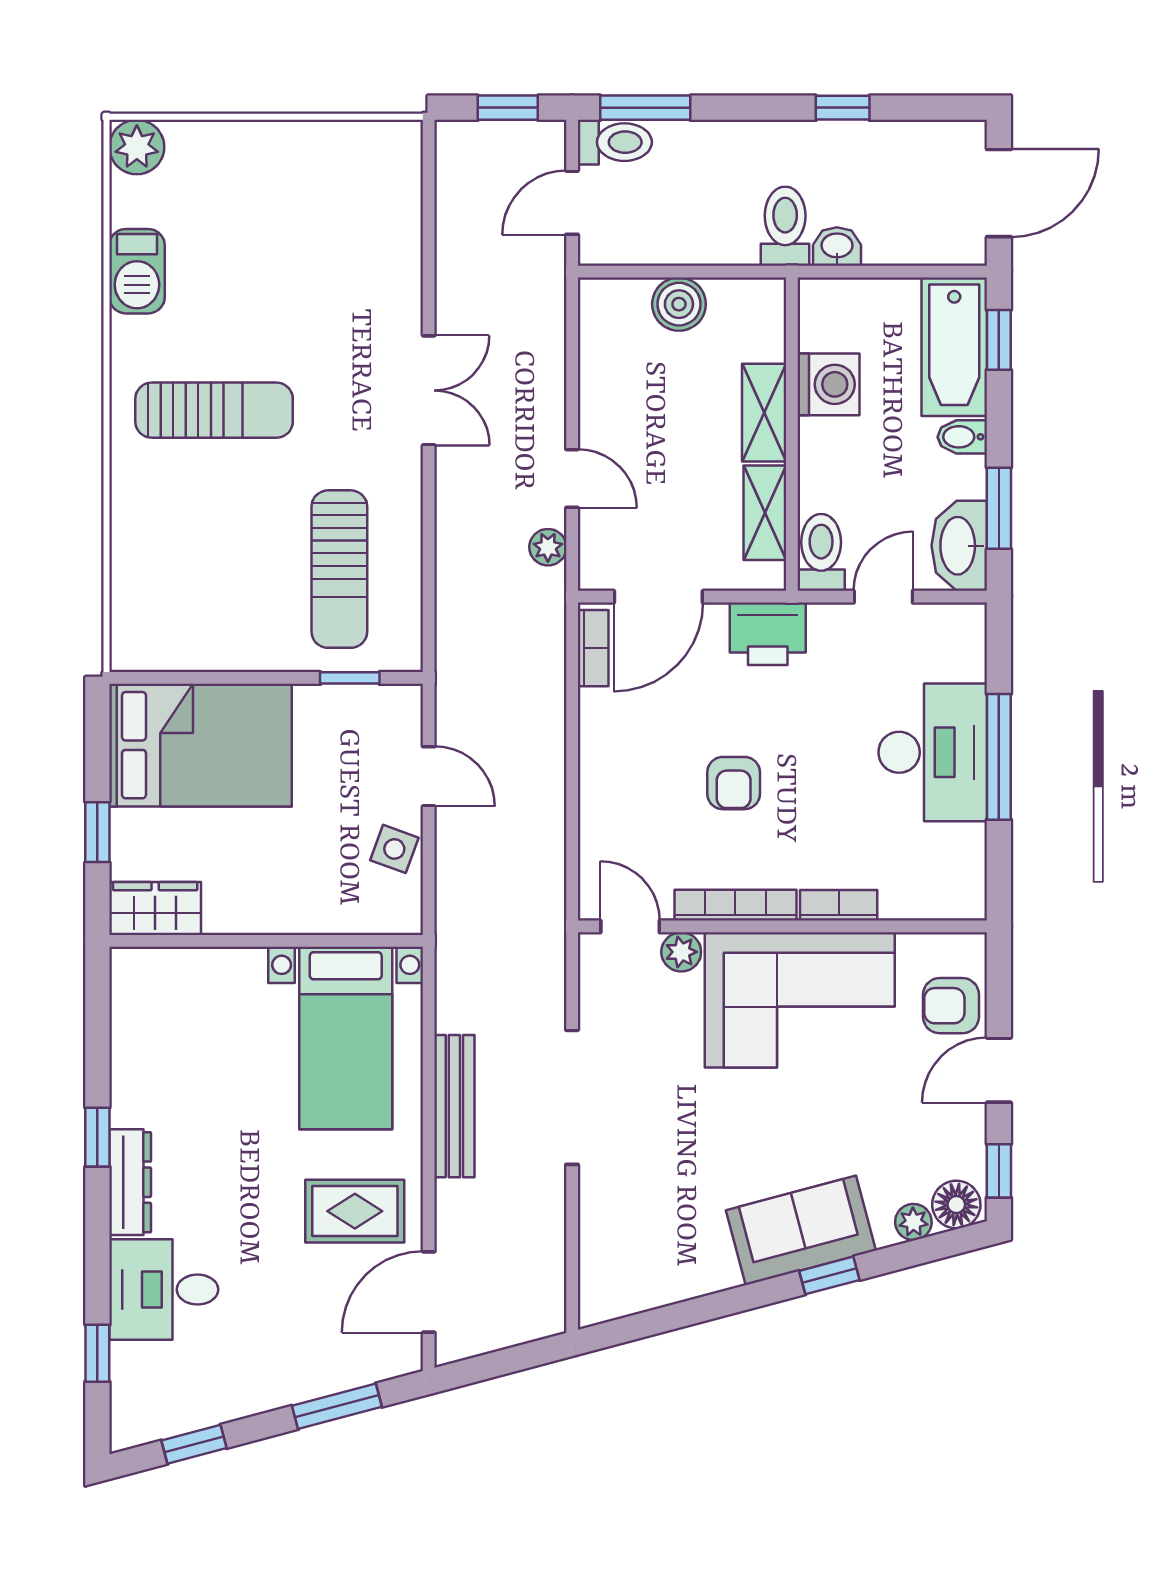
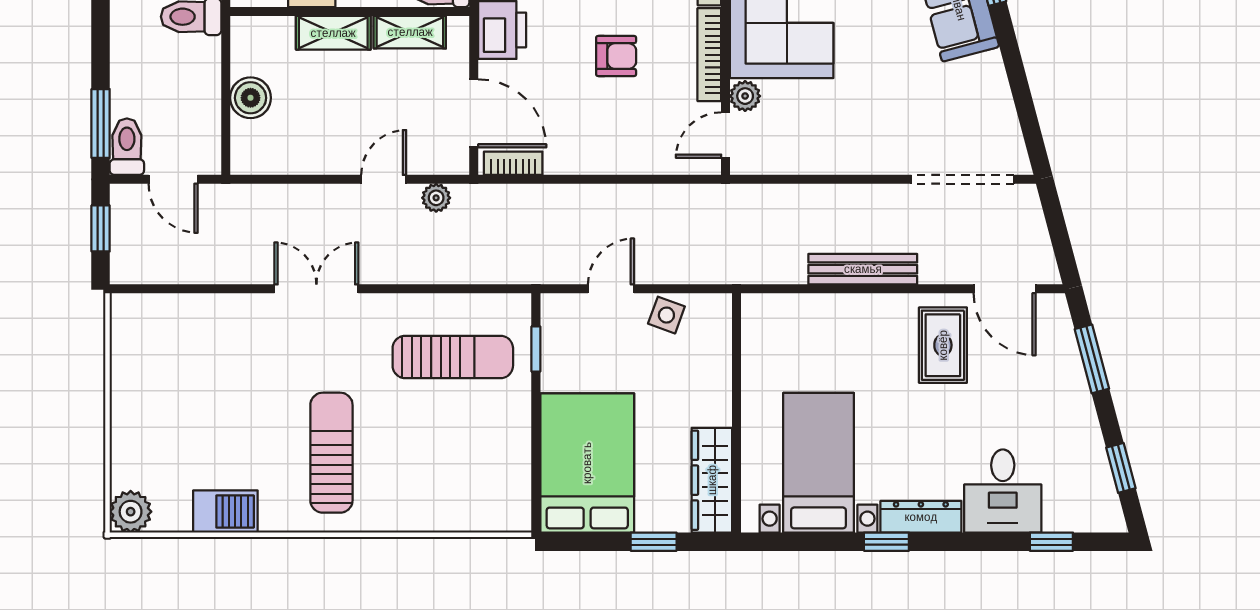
wardrobe: (155, 909) -> (712, 480), width x1.50
bed with nightstands: (346, 1038) -> (819, 463), moved, turned -90
doorway: (572, 1097) -> (963, 179), moved

